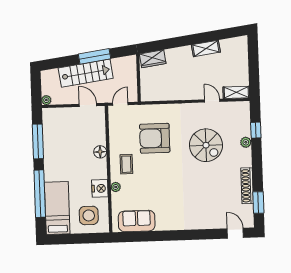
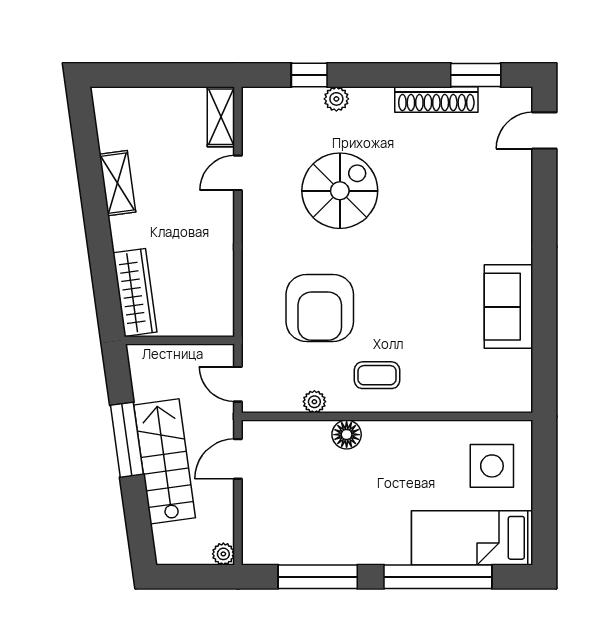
wardrobe: (153, 59) -> (135, 292), width x1.50
plant: (116, 187) -> (314, 402), moved
nightstand: (100, 188) -> (431, 438), removed
sofa: (137, 221) -> (508, 307), moved

